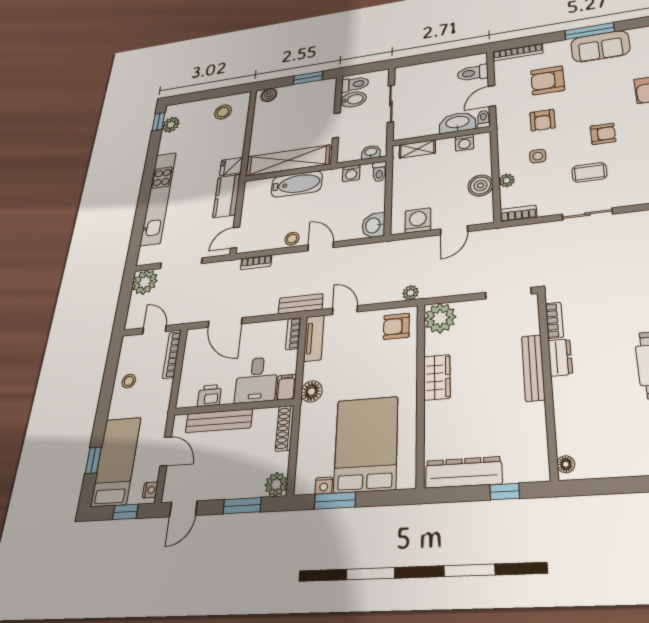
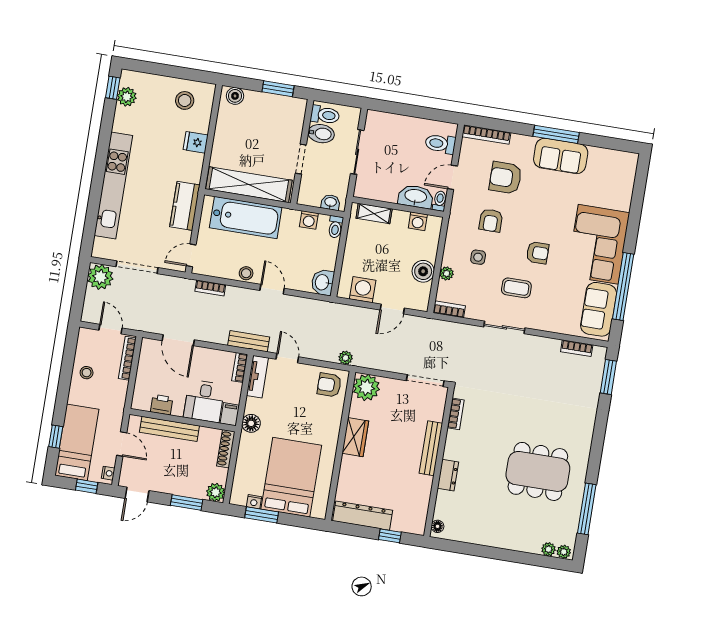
fridge: (231, 166) -> (196, 142), moved
bathtub: (297, 184) -> (246, 218), width x1.36, depth x1.36
dresser: (560, 357) -> (448, 475), moved

